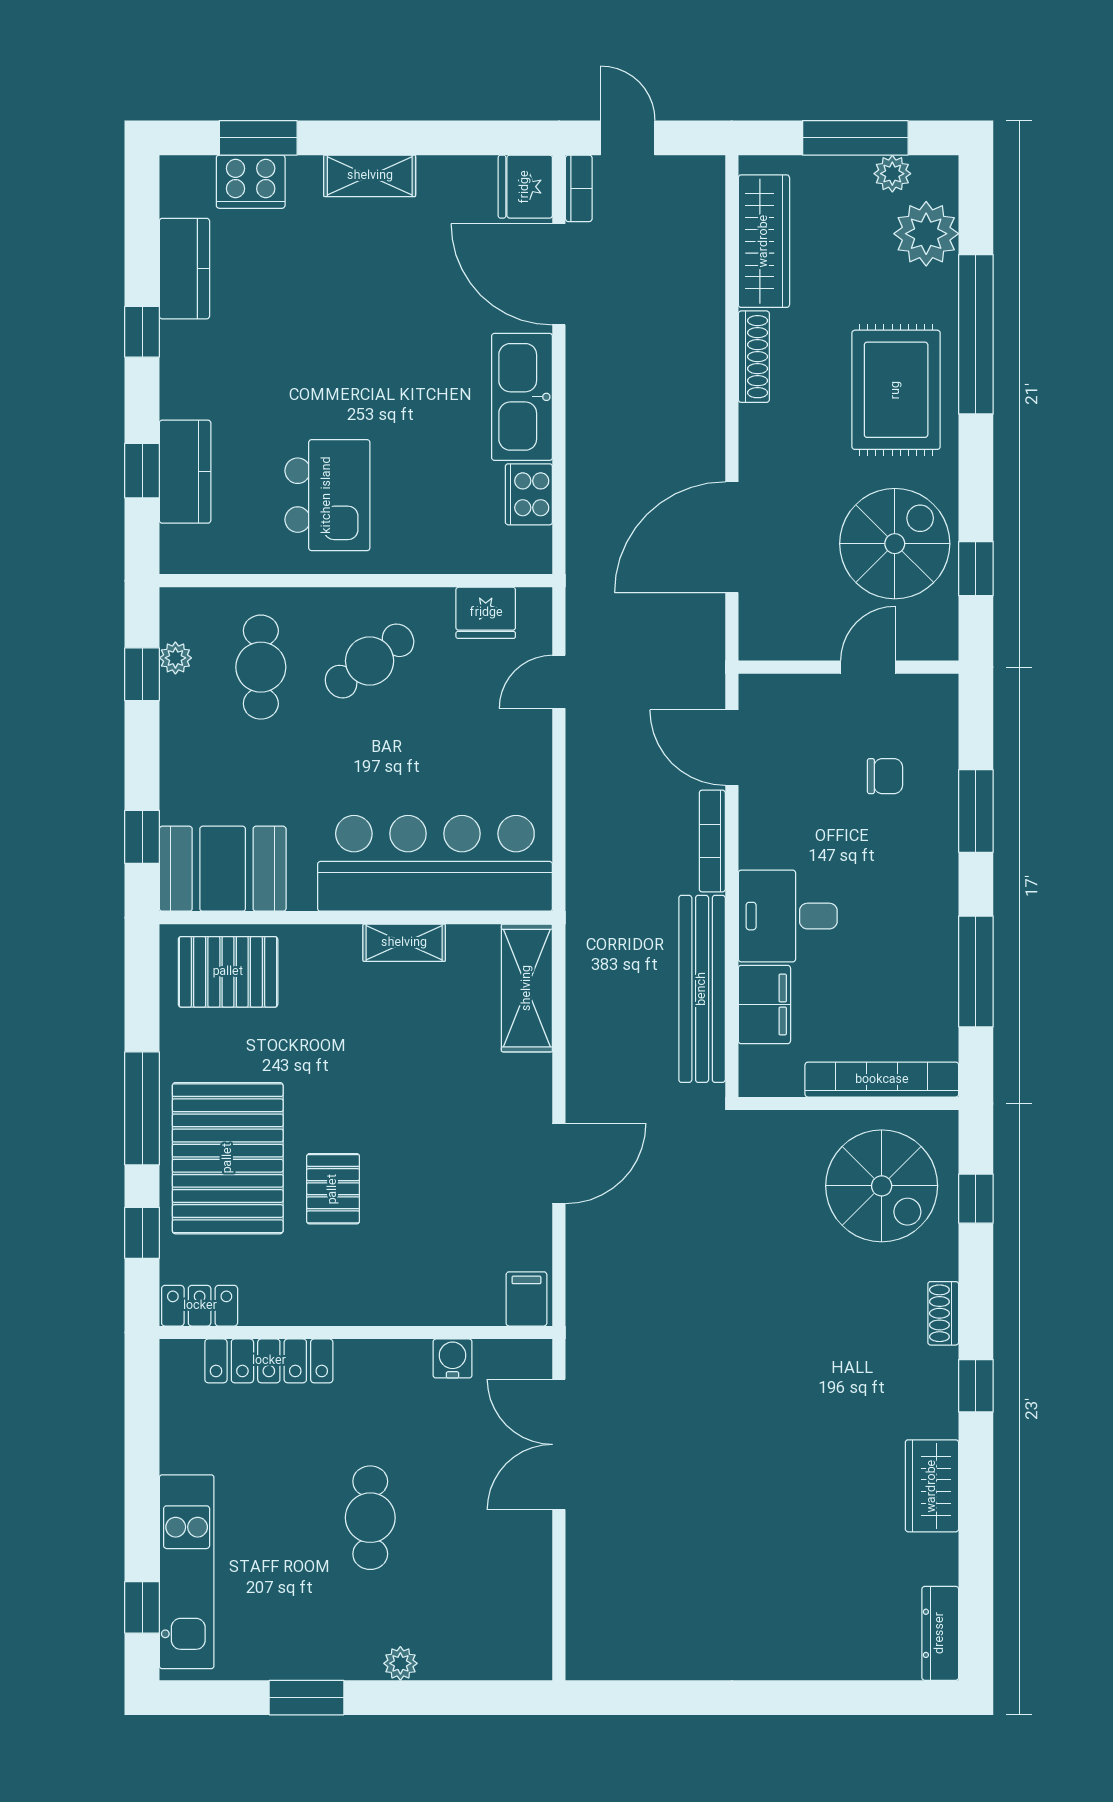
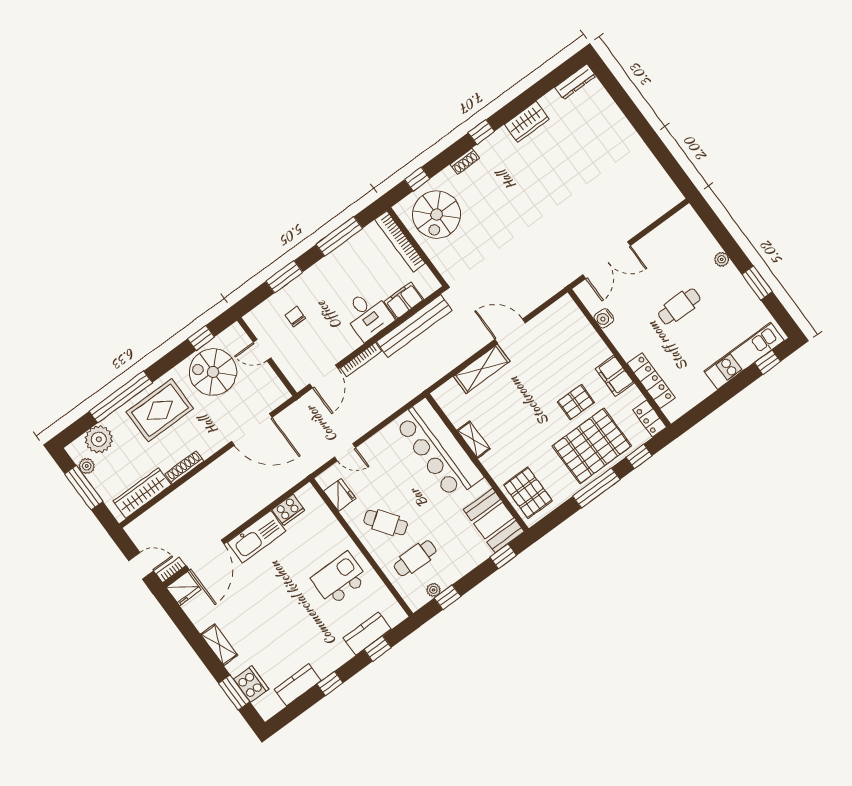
door: (628, 138) -> (141, 566), swing flipped
shelving: (527, 988) -> (482, 369), moved
spiral stairs: (882, 1186) -> (437, 215), turned 180
filing cabinet: (526, 1299) -> (615, 376), moved, width x2.00

